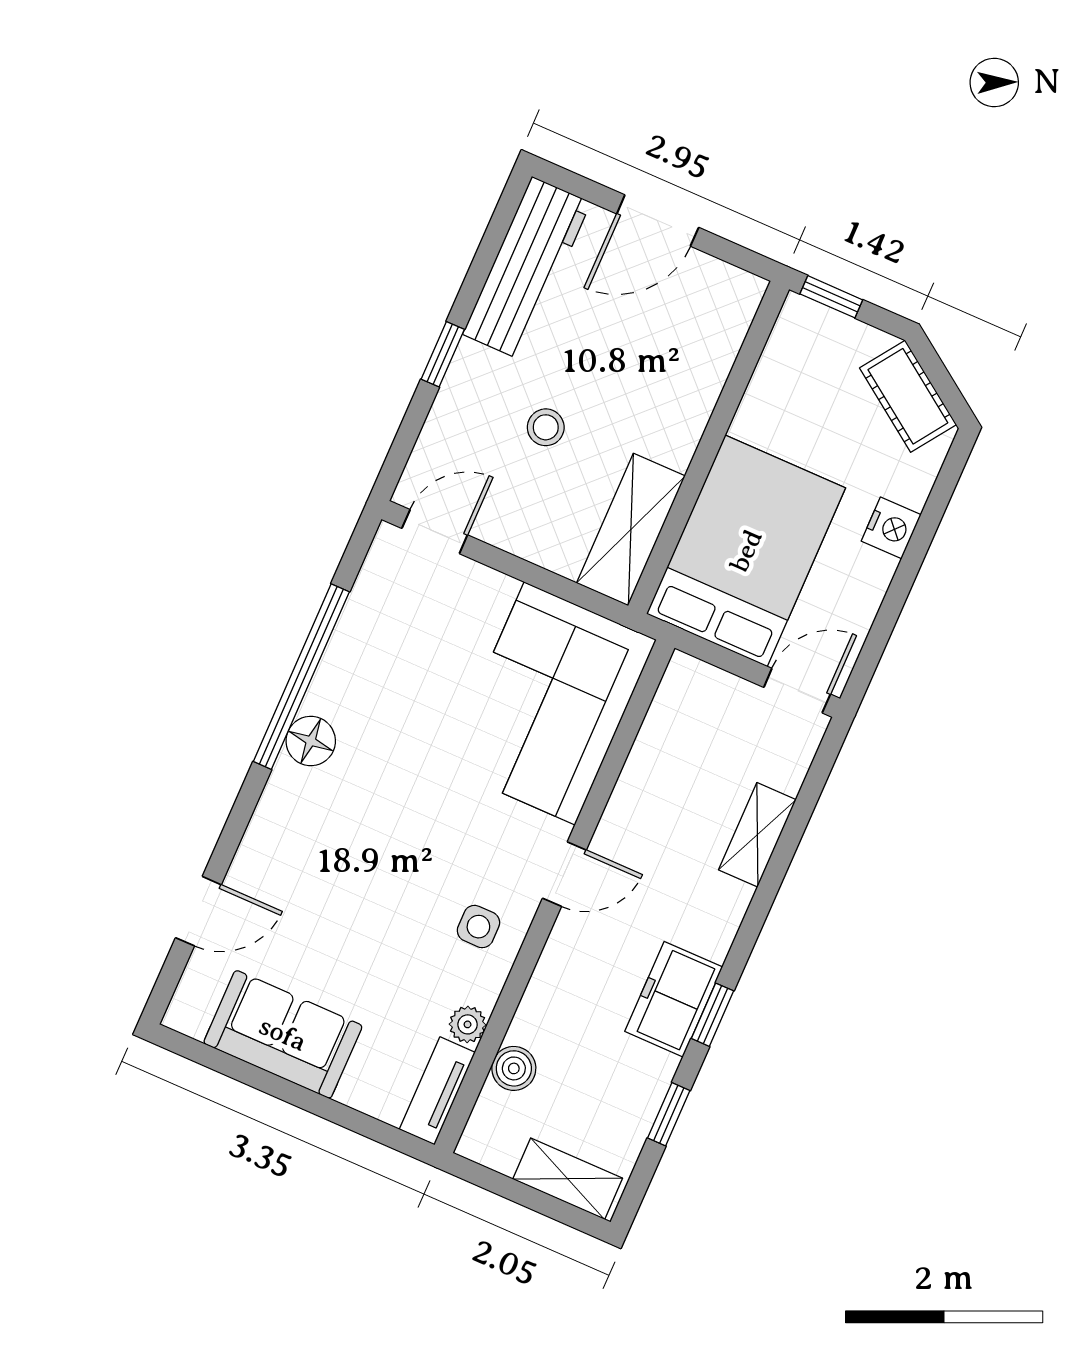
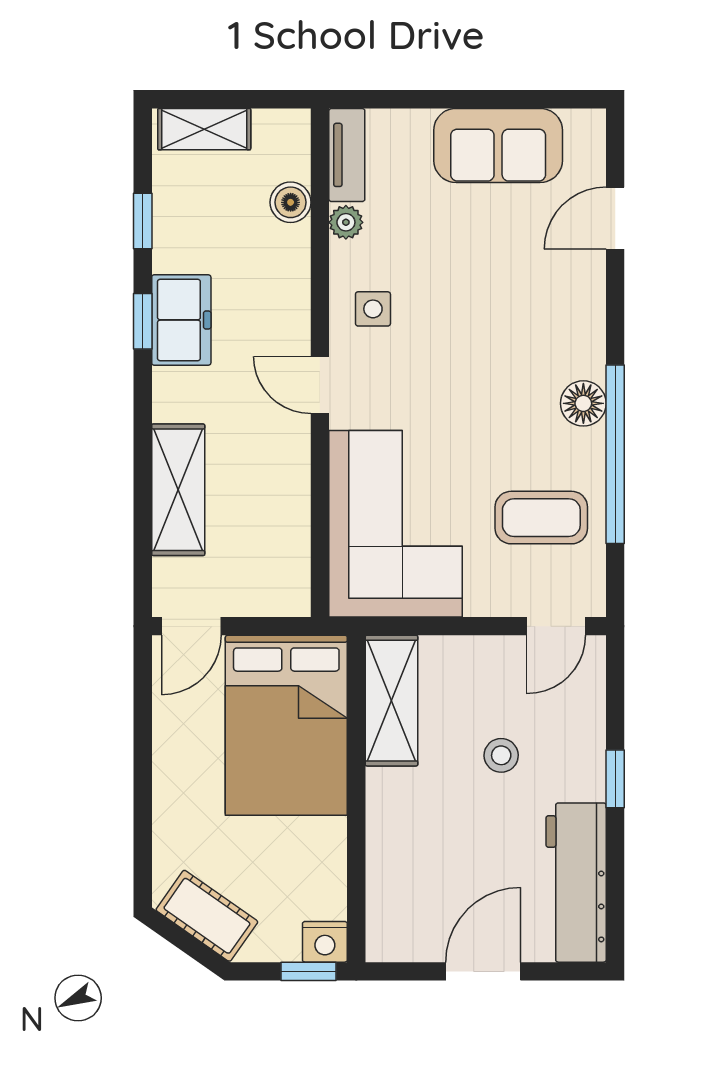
nightstand: (891, 528) -> (325, 942), moved, turned -90
coffee table: (402, 646) -> (541, 518), added
shelving: (757, 835) -> (178, 490), width x1.50, depth x1.33
door: (564, 874) -> (320, 385), hinge flipped

